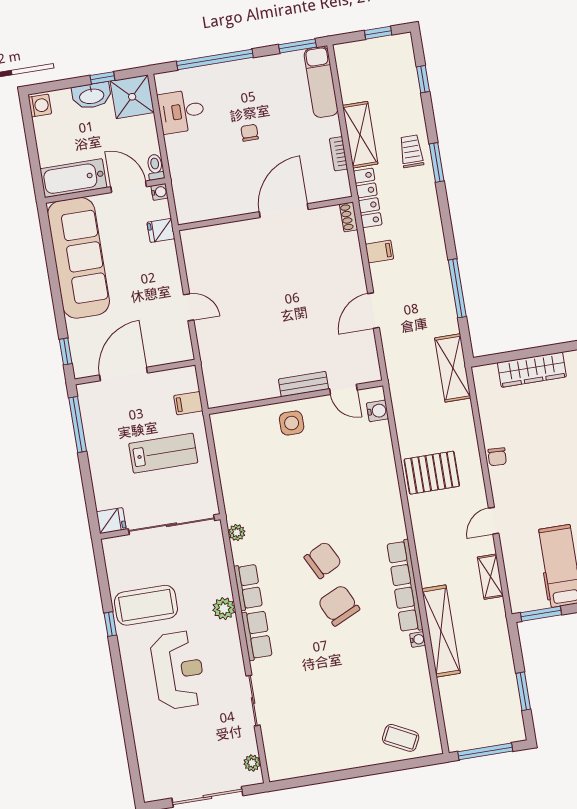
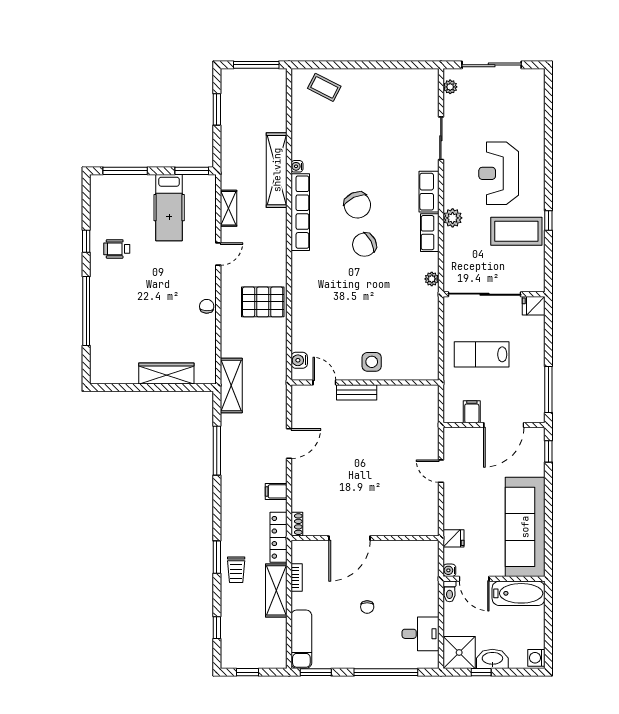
filing cabinet: (188, 403) -> (472, 412), moved, turned -90

